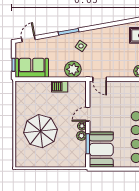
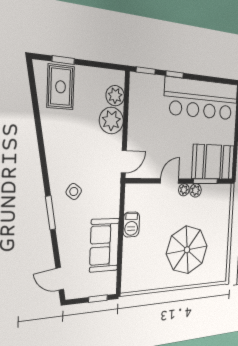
sofa: (32, 68) -> (104, 245), moved
plant: (73, 69) -> (111, 121), moved
door: (88, 114) -> (170, 181), swing flipped

